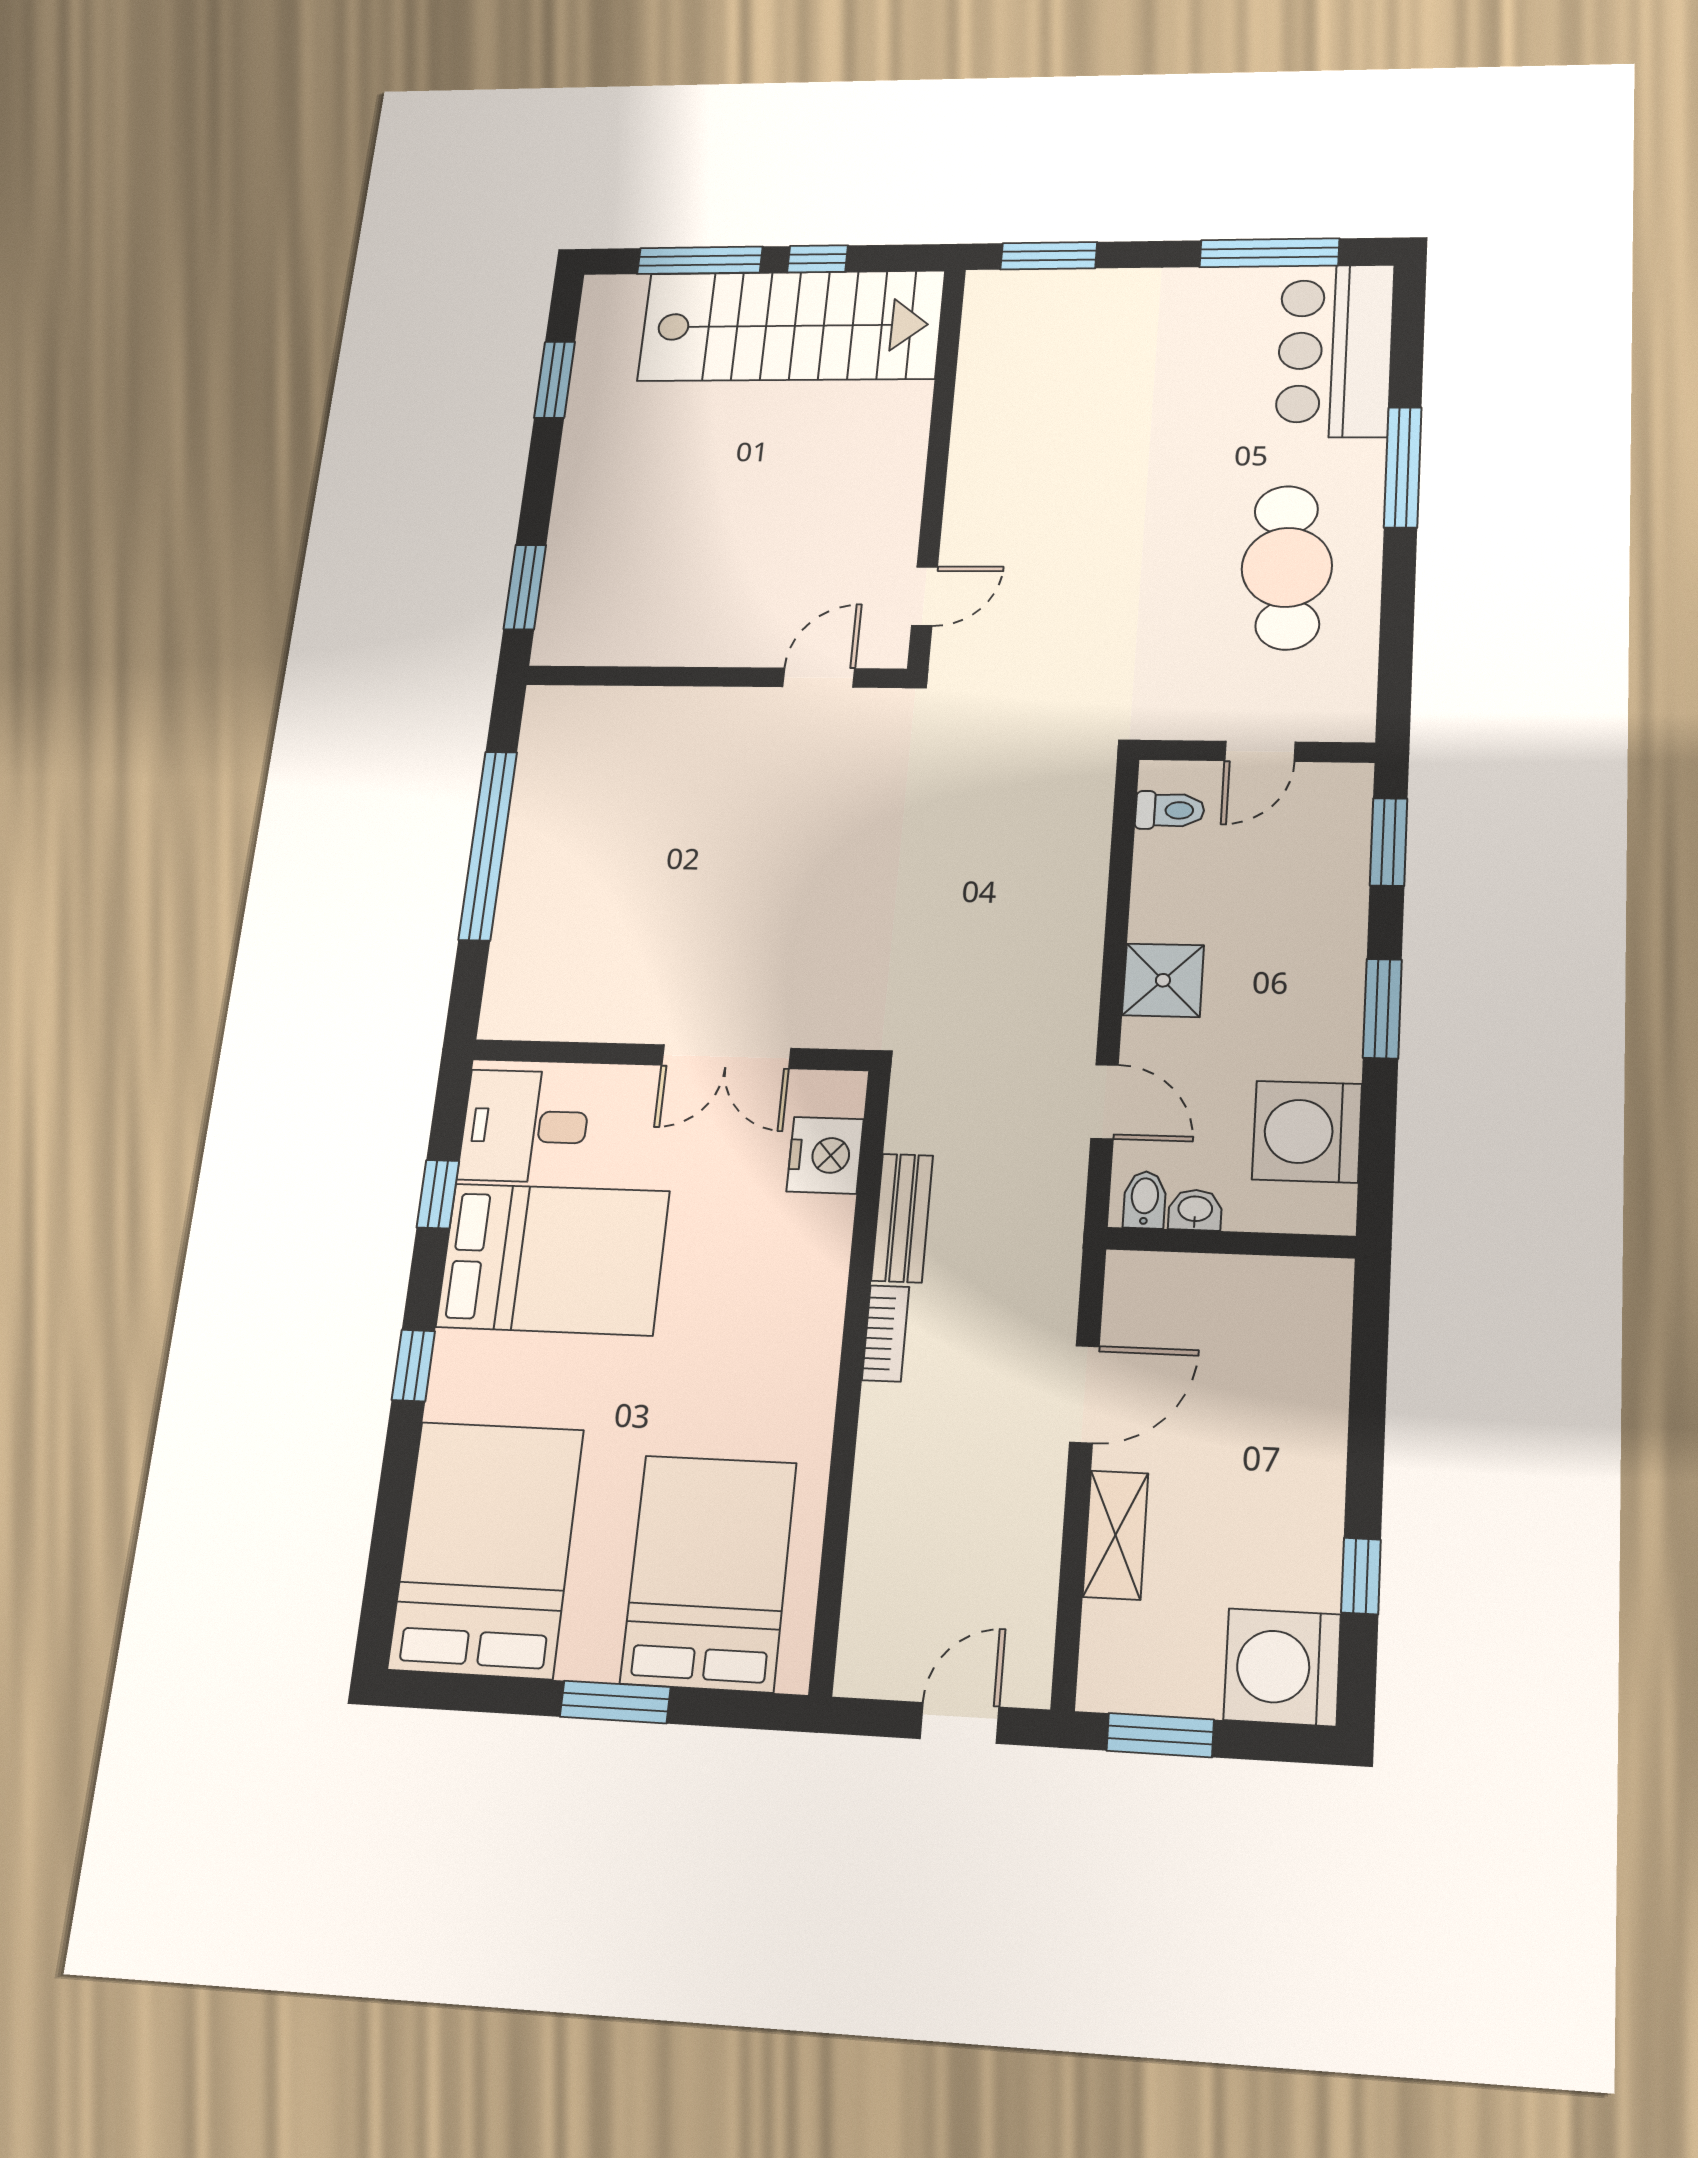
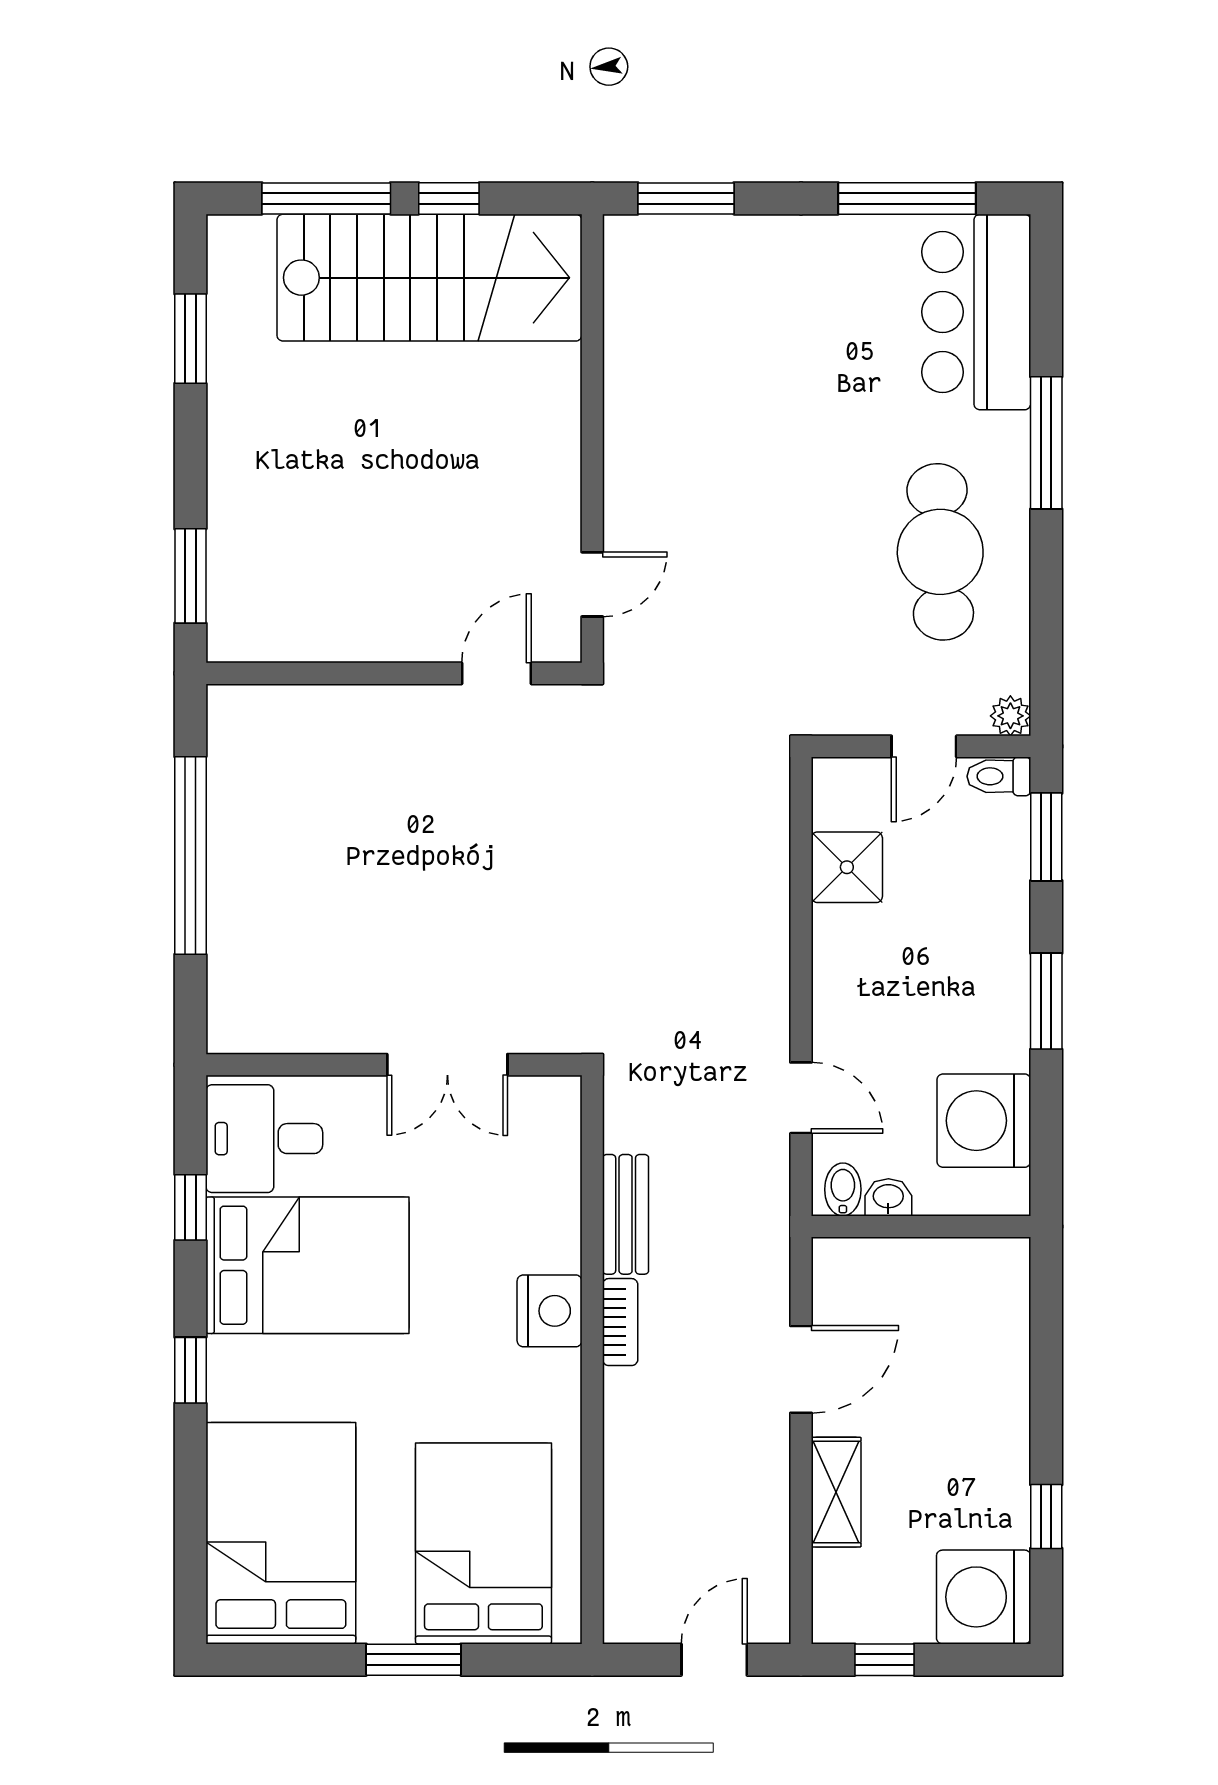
plant: (1354, 723) -> (1010, 716), added
toilet: (1170, 810) -> (999, 776), moved, turned 180
shower: (1163, 980) -> (847, 867), moved
nightstand: (825, 1155) -> (550, 1311), moved
window: (1160, 1735) -> (885, 1660), width x0.67

